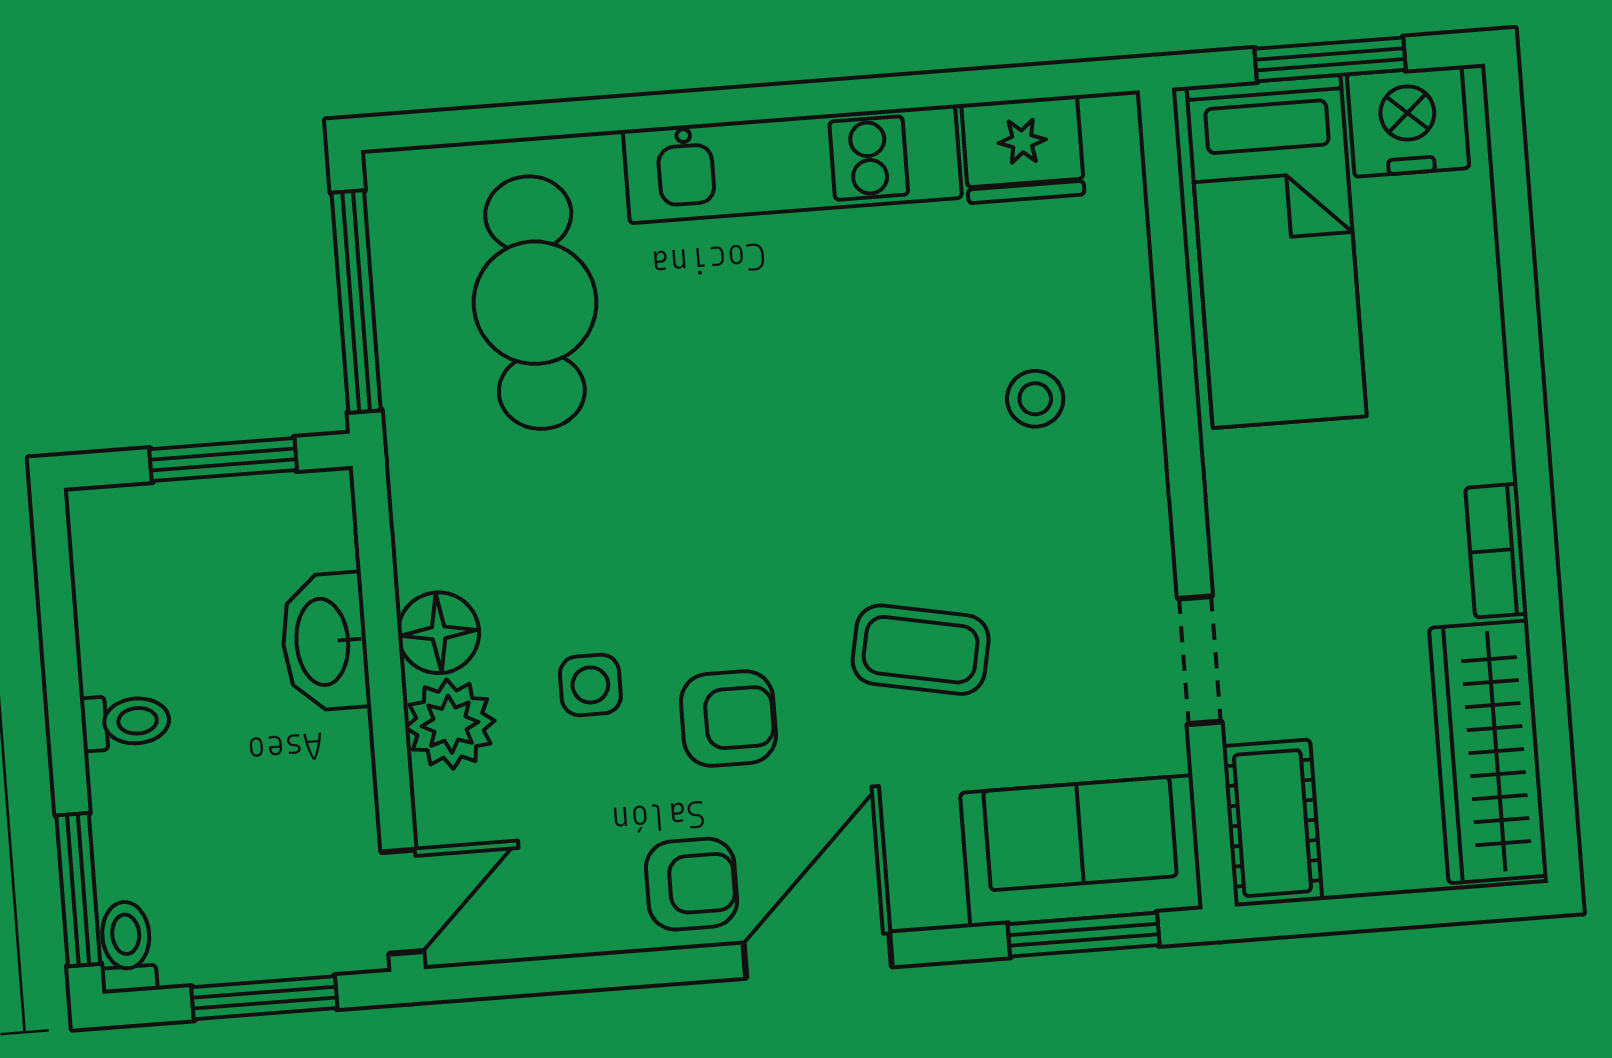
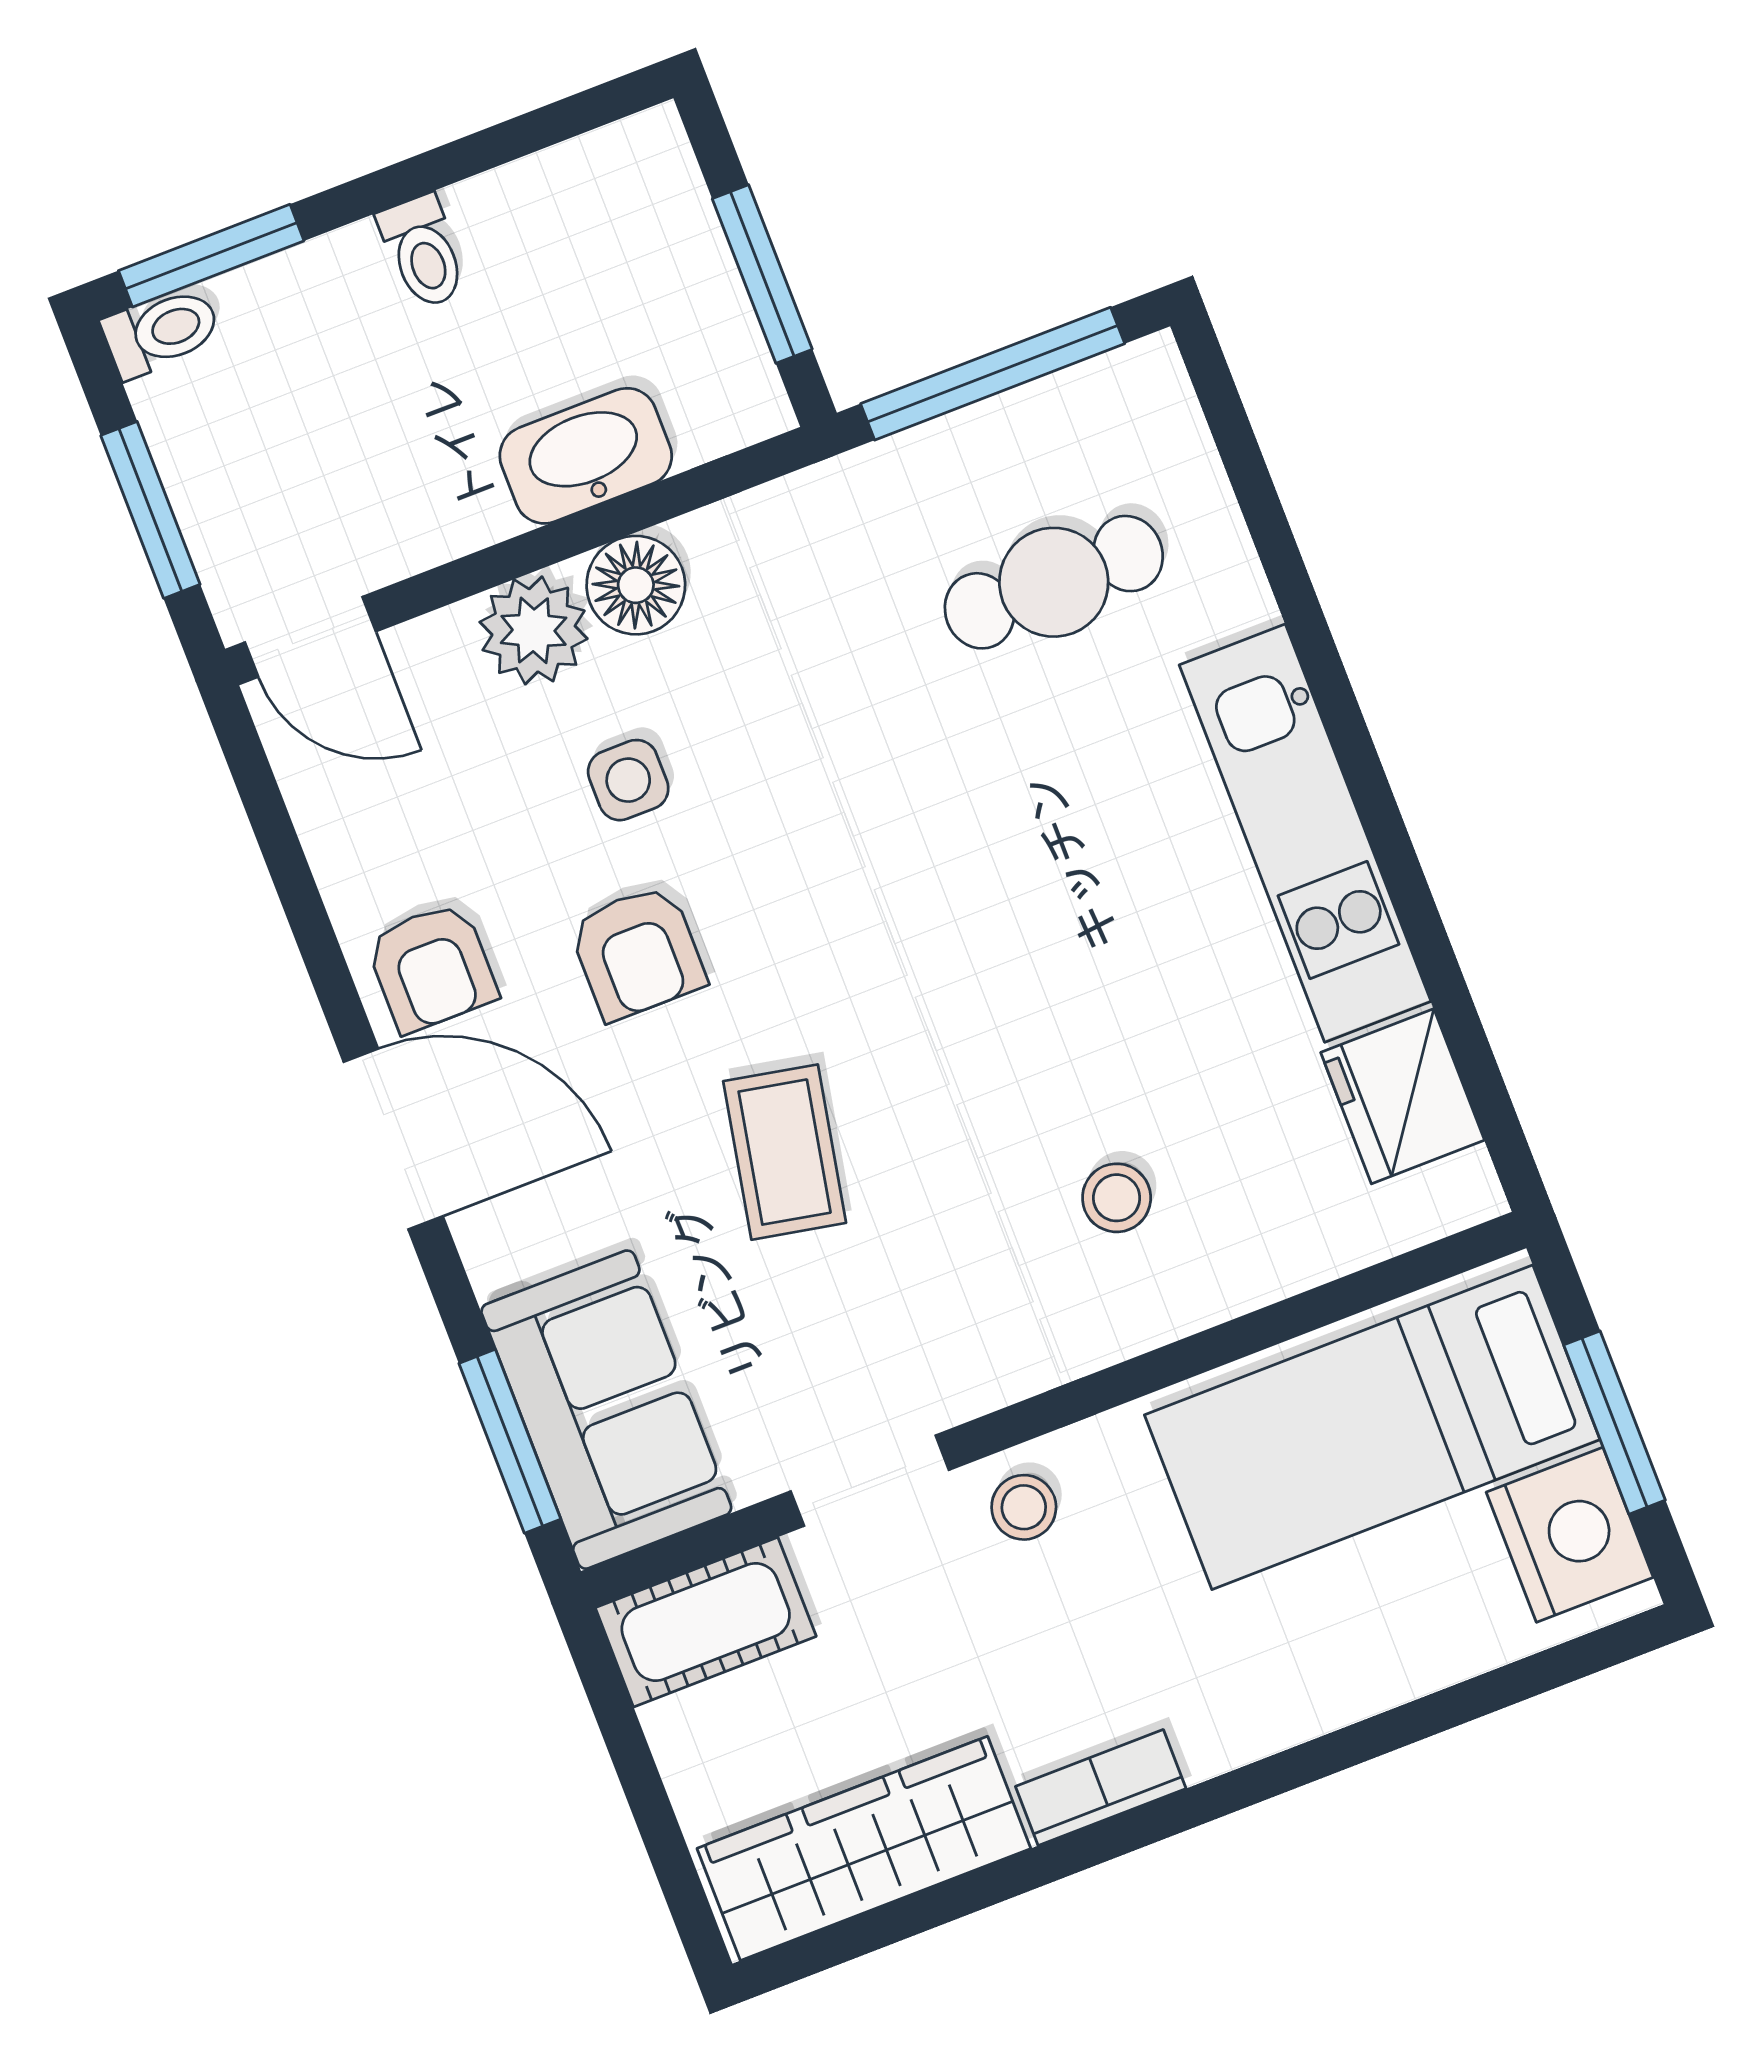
cafe table: (535, 303) -> (1054, 582), width x0.73, depth x0.74
stool: (1257, 545) -> (1024, 1507), added

